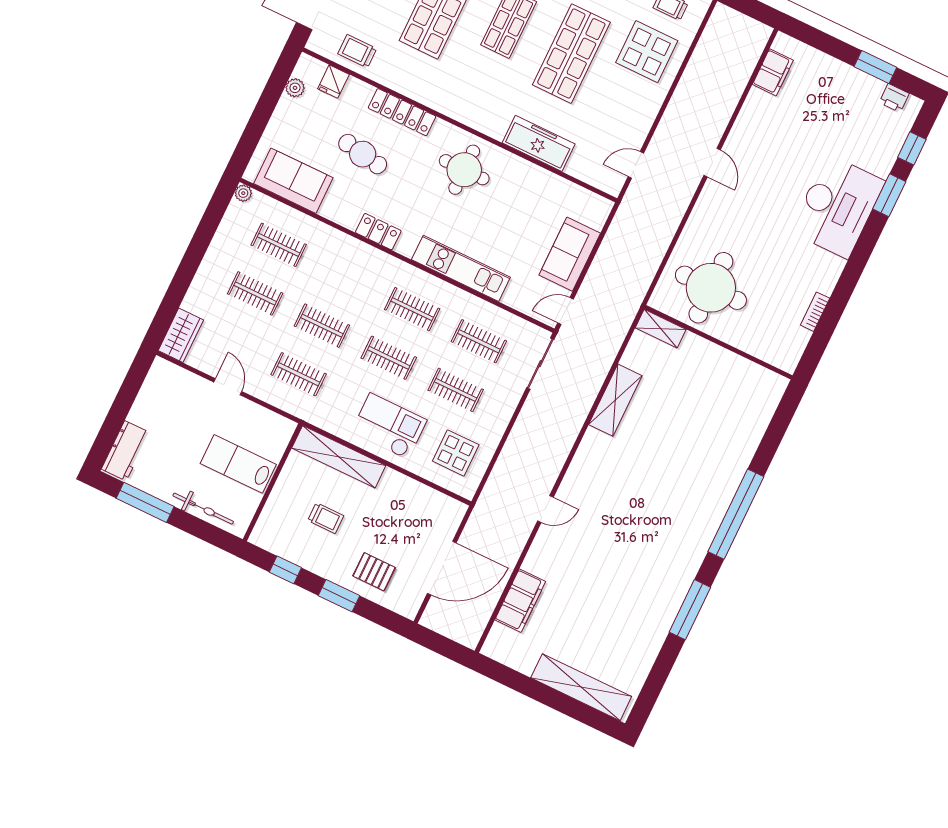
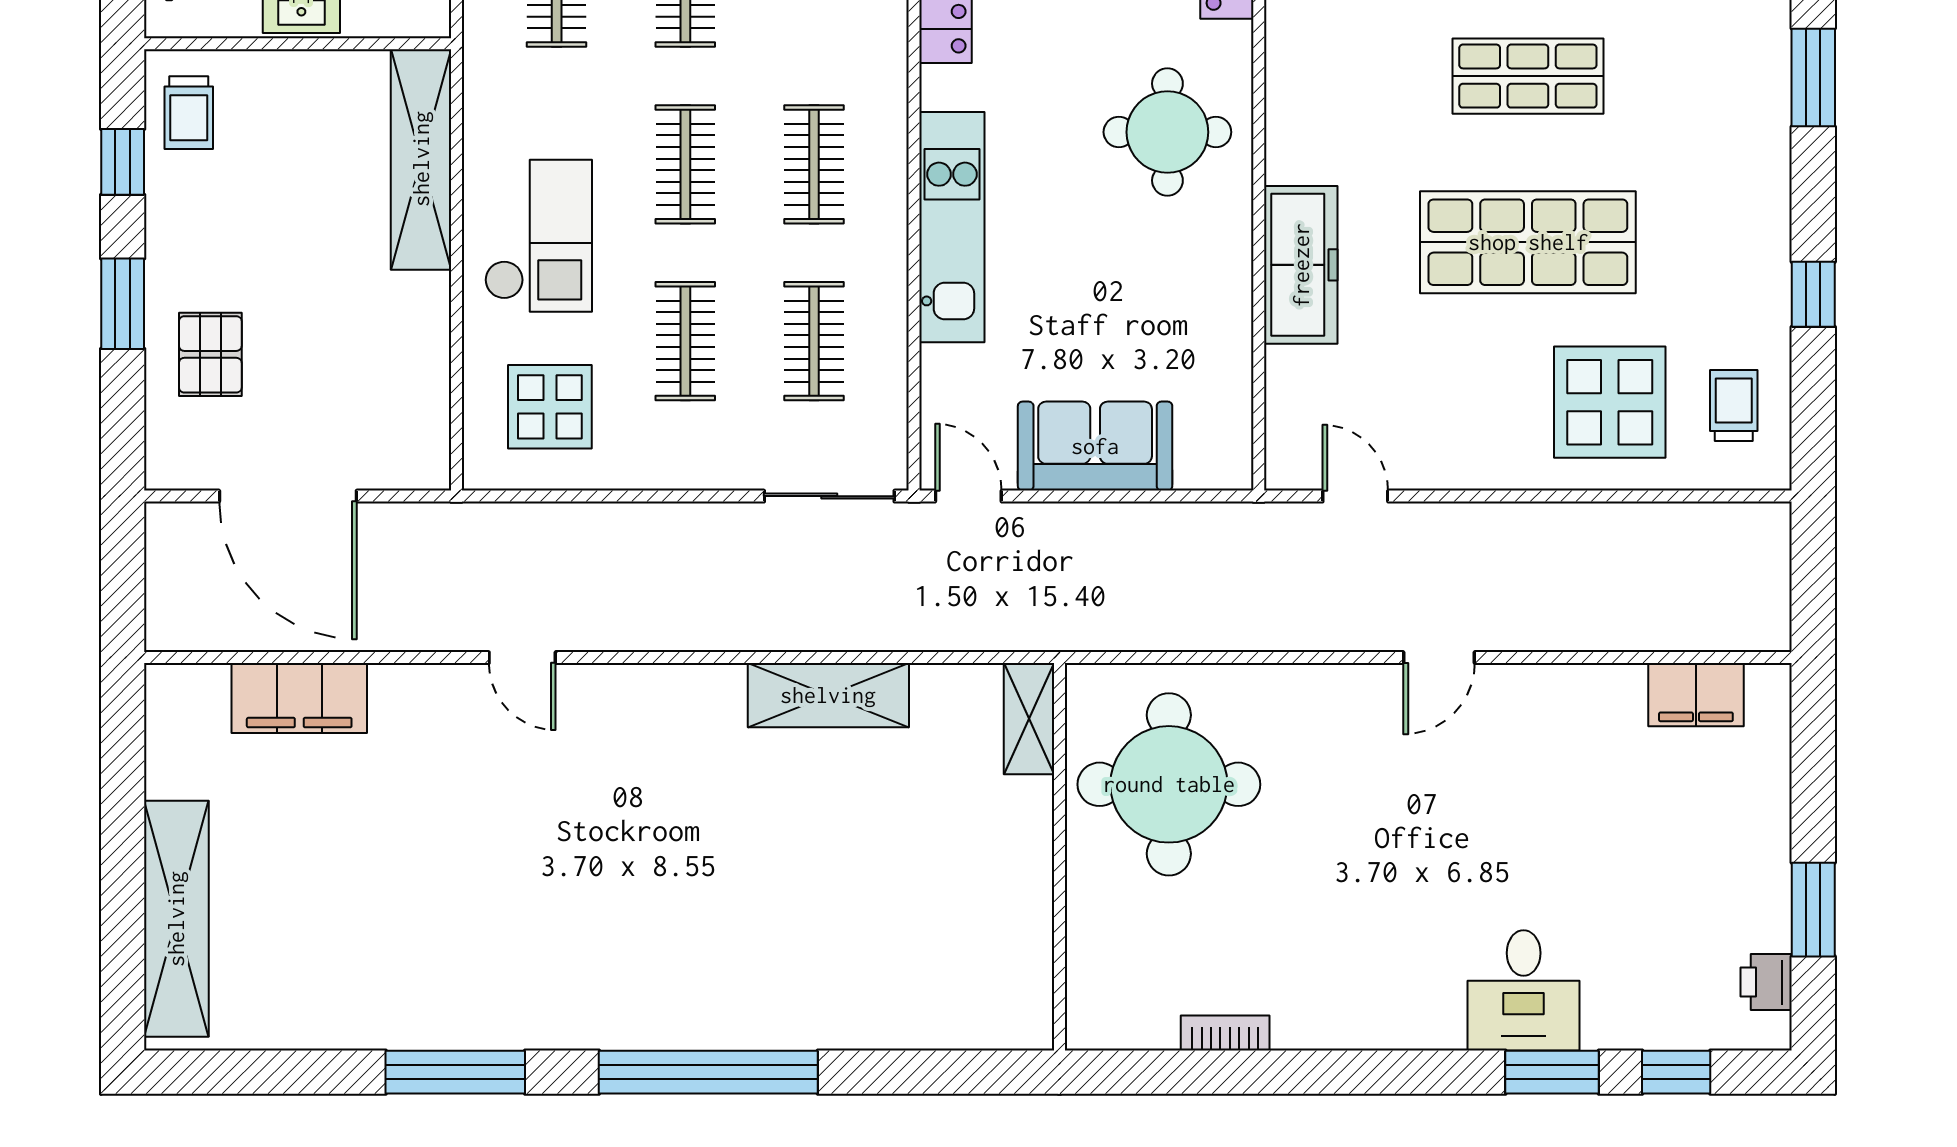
desk: (838, 206) -> (1524, 990), width x0.53, depth x0.77
trolley: (326, 518) -> (189, 113), moved

